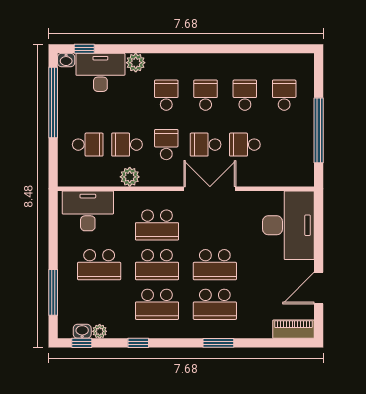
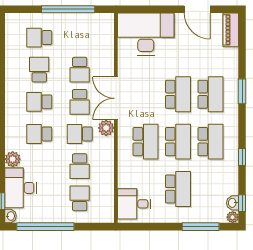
school desk: (245, 95) -> (39, 70), turned 90
plant: (130, 177) -> (106, 128), moved
desk: (88, 211) -> (134, 204), width x0.73
plant: (100, 331) -> (233, 217), moved

